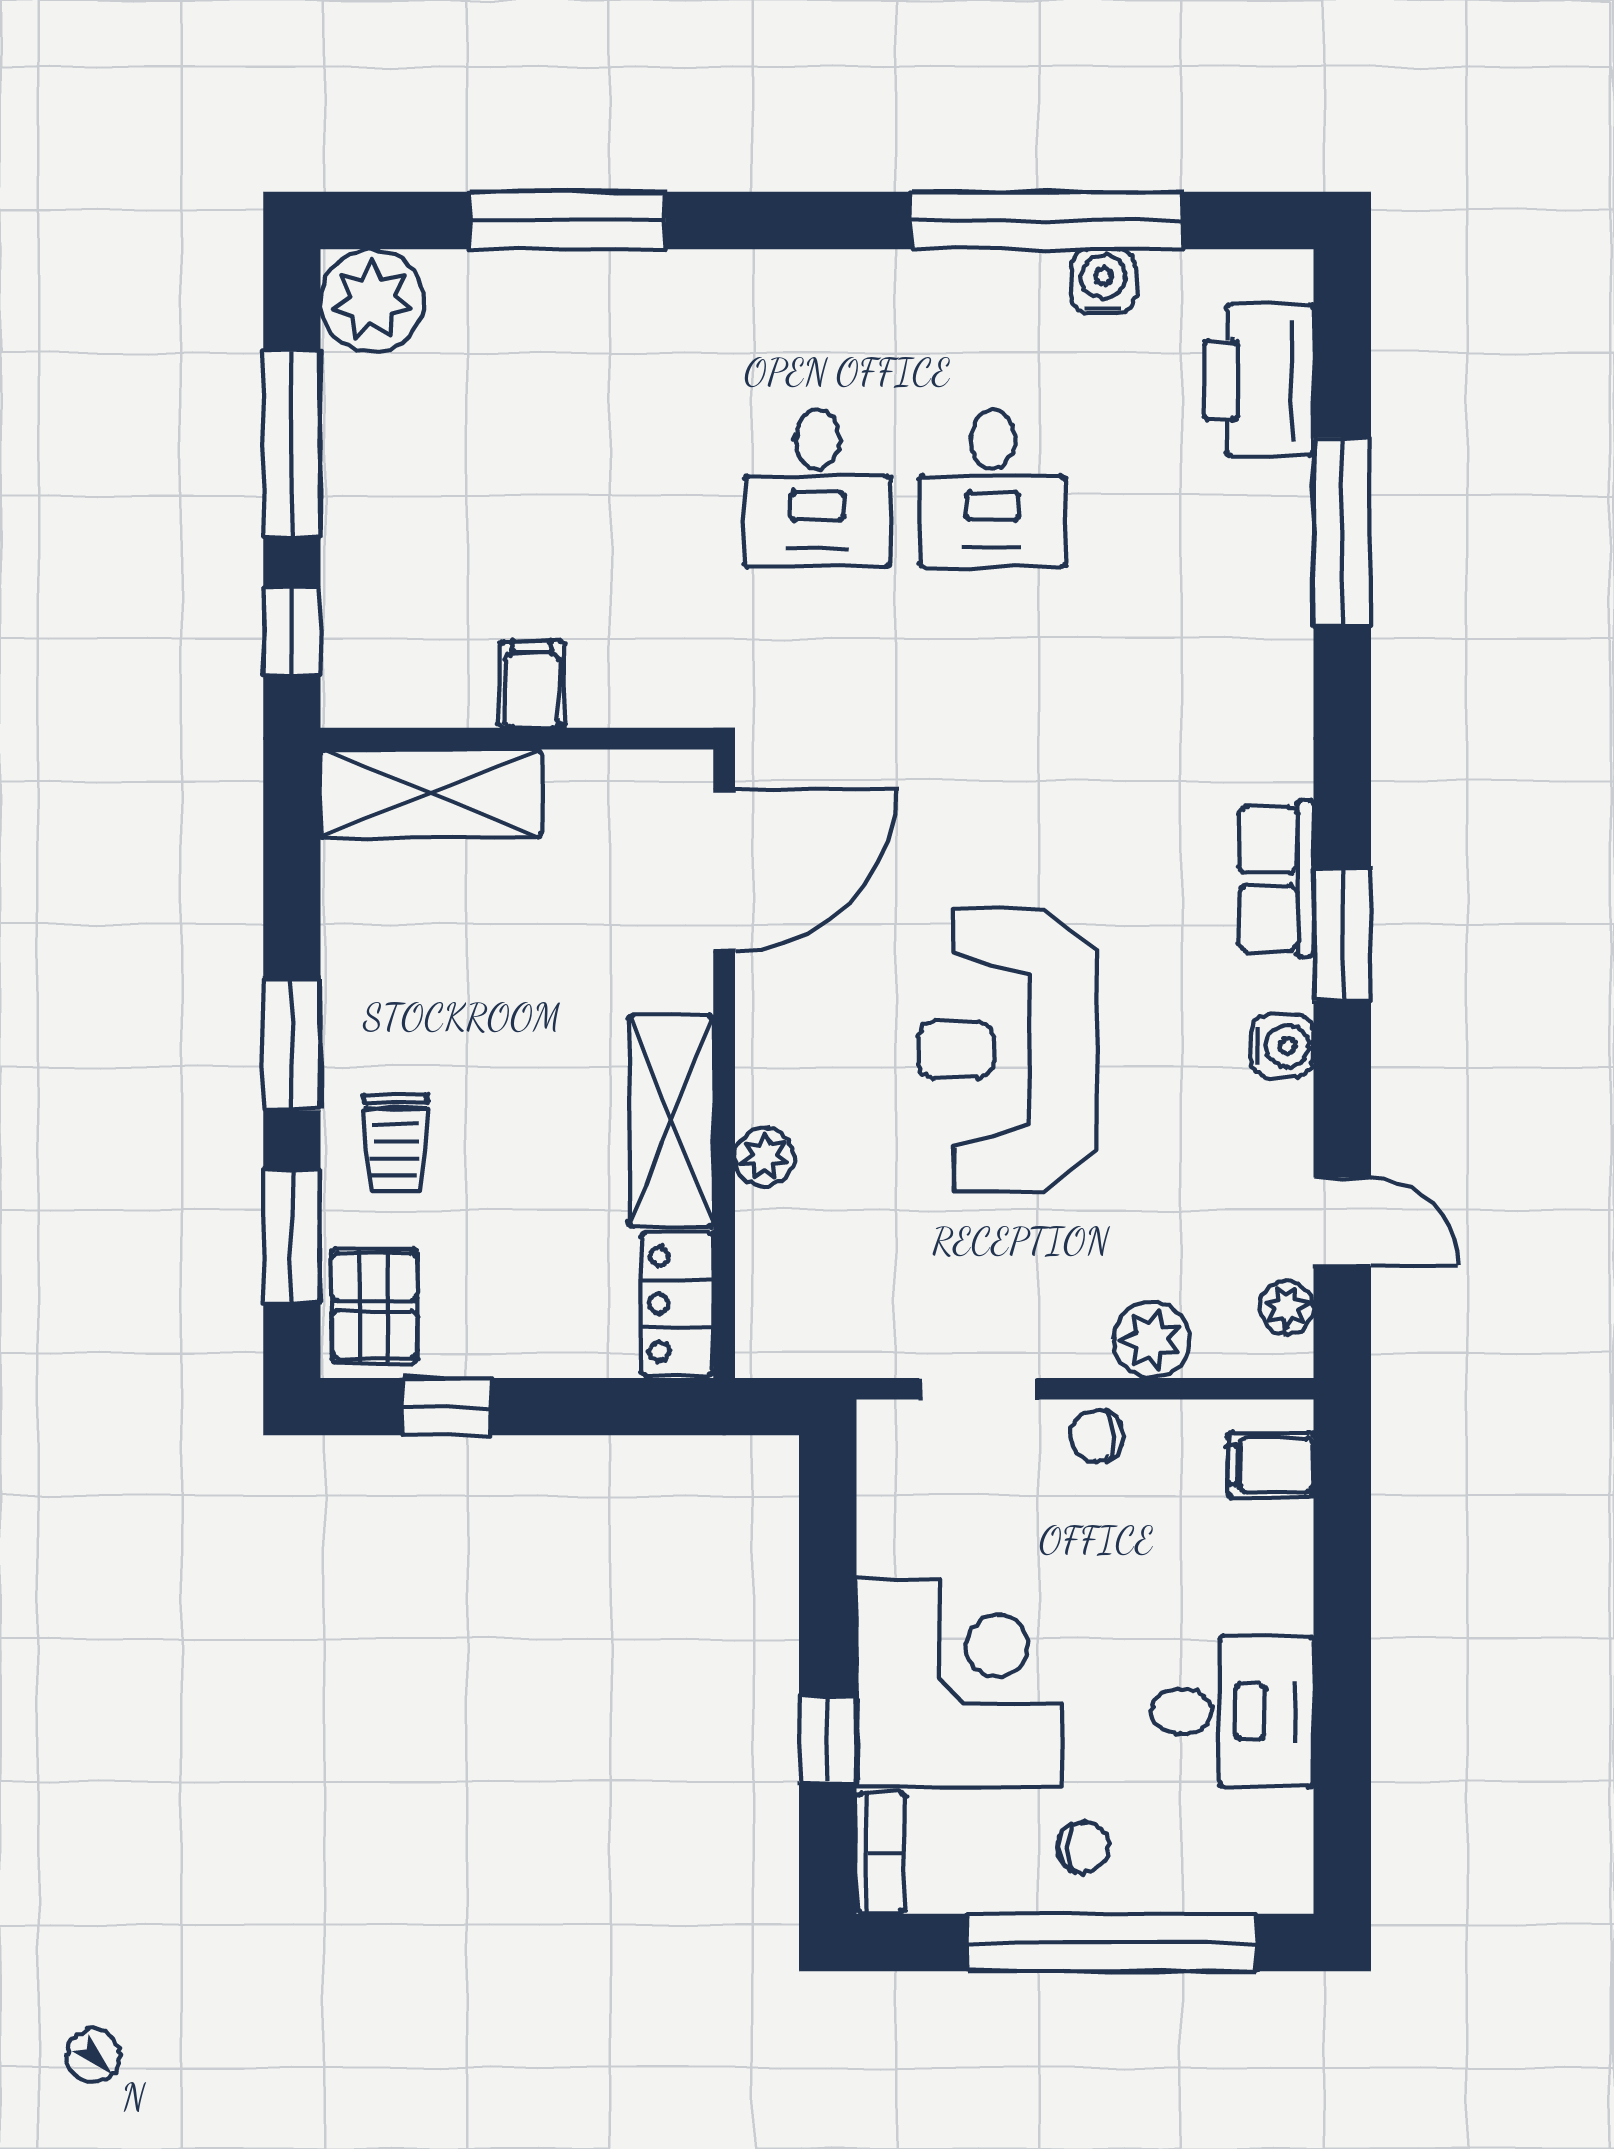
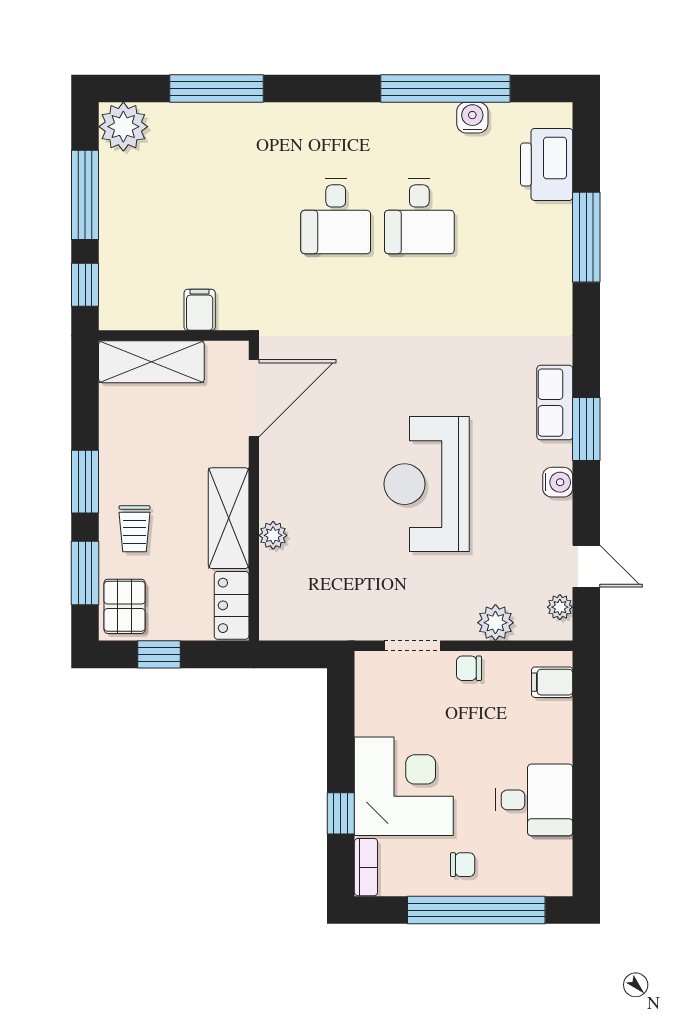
door: (724, 870) -> (254, 398), moved
wall: (724, 1064) -> (254, 491), moved
shelving: (671, 1121) -> (229, 518), moved
plant: (764, 1157) -> (273, 535), moved
locker: (677, 1304) -> (232, 605), moved

